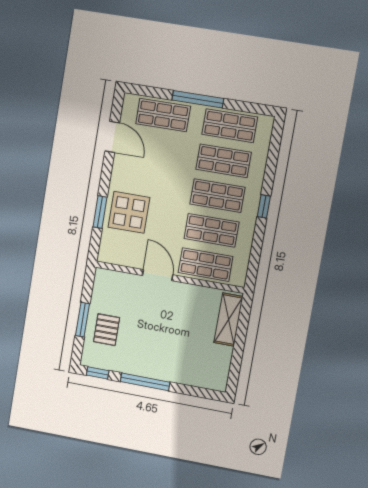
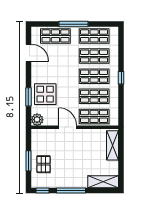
plant: (108, 253) -> (37, 120), added
shelving: (202, 377) -> (103, 182), added

